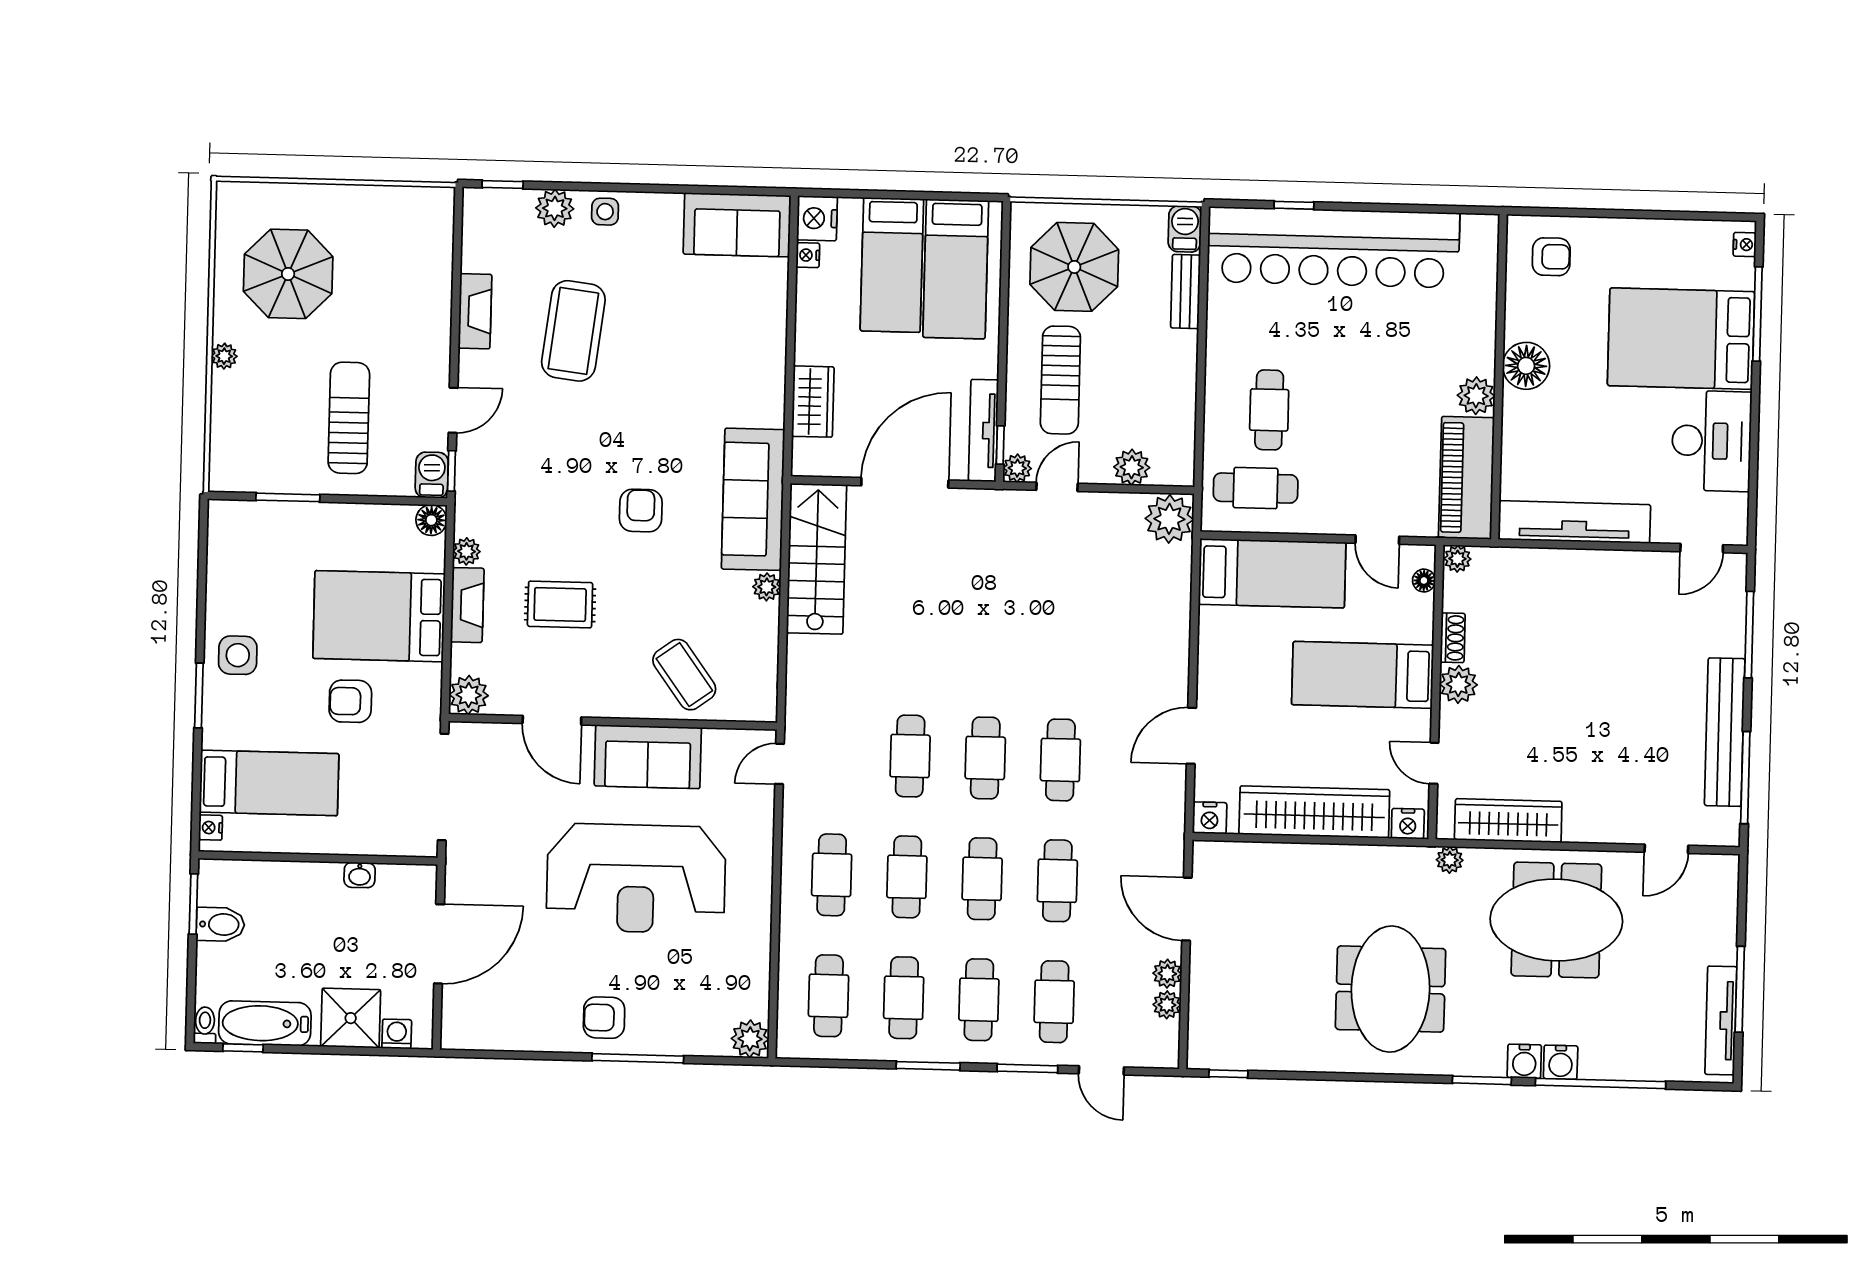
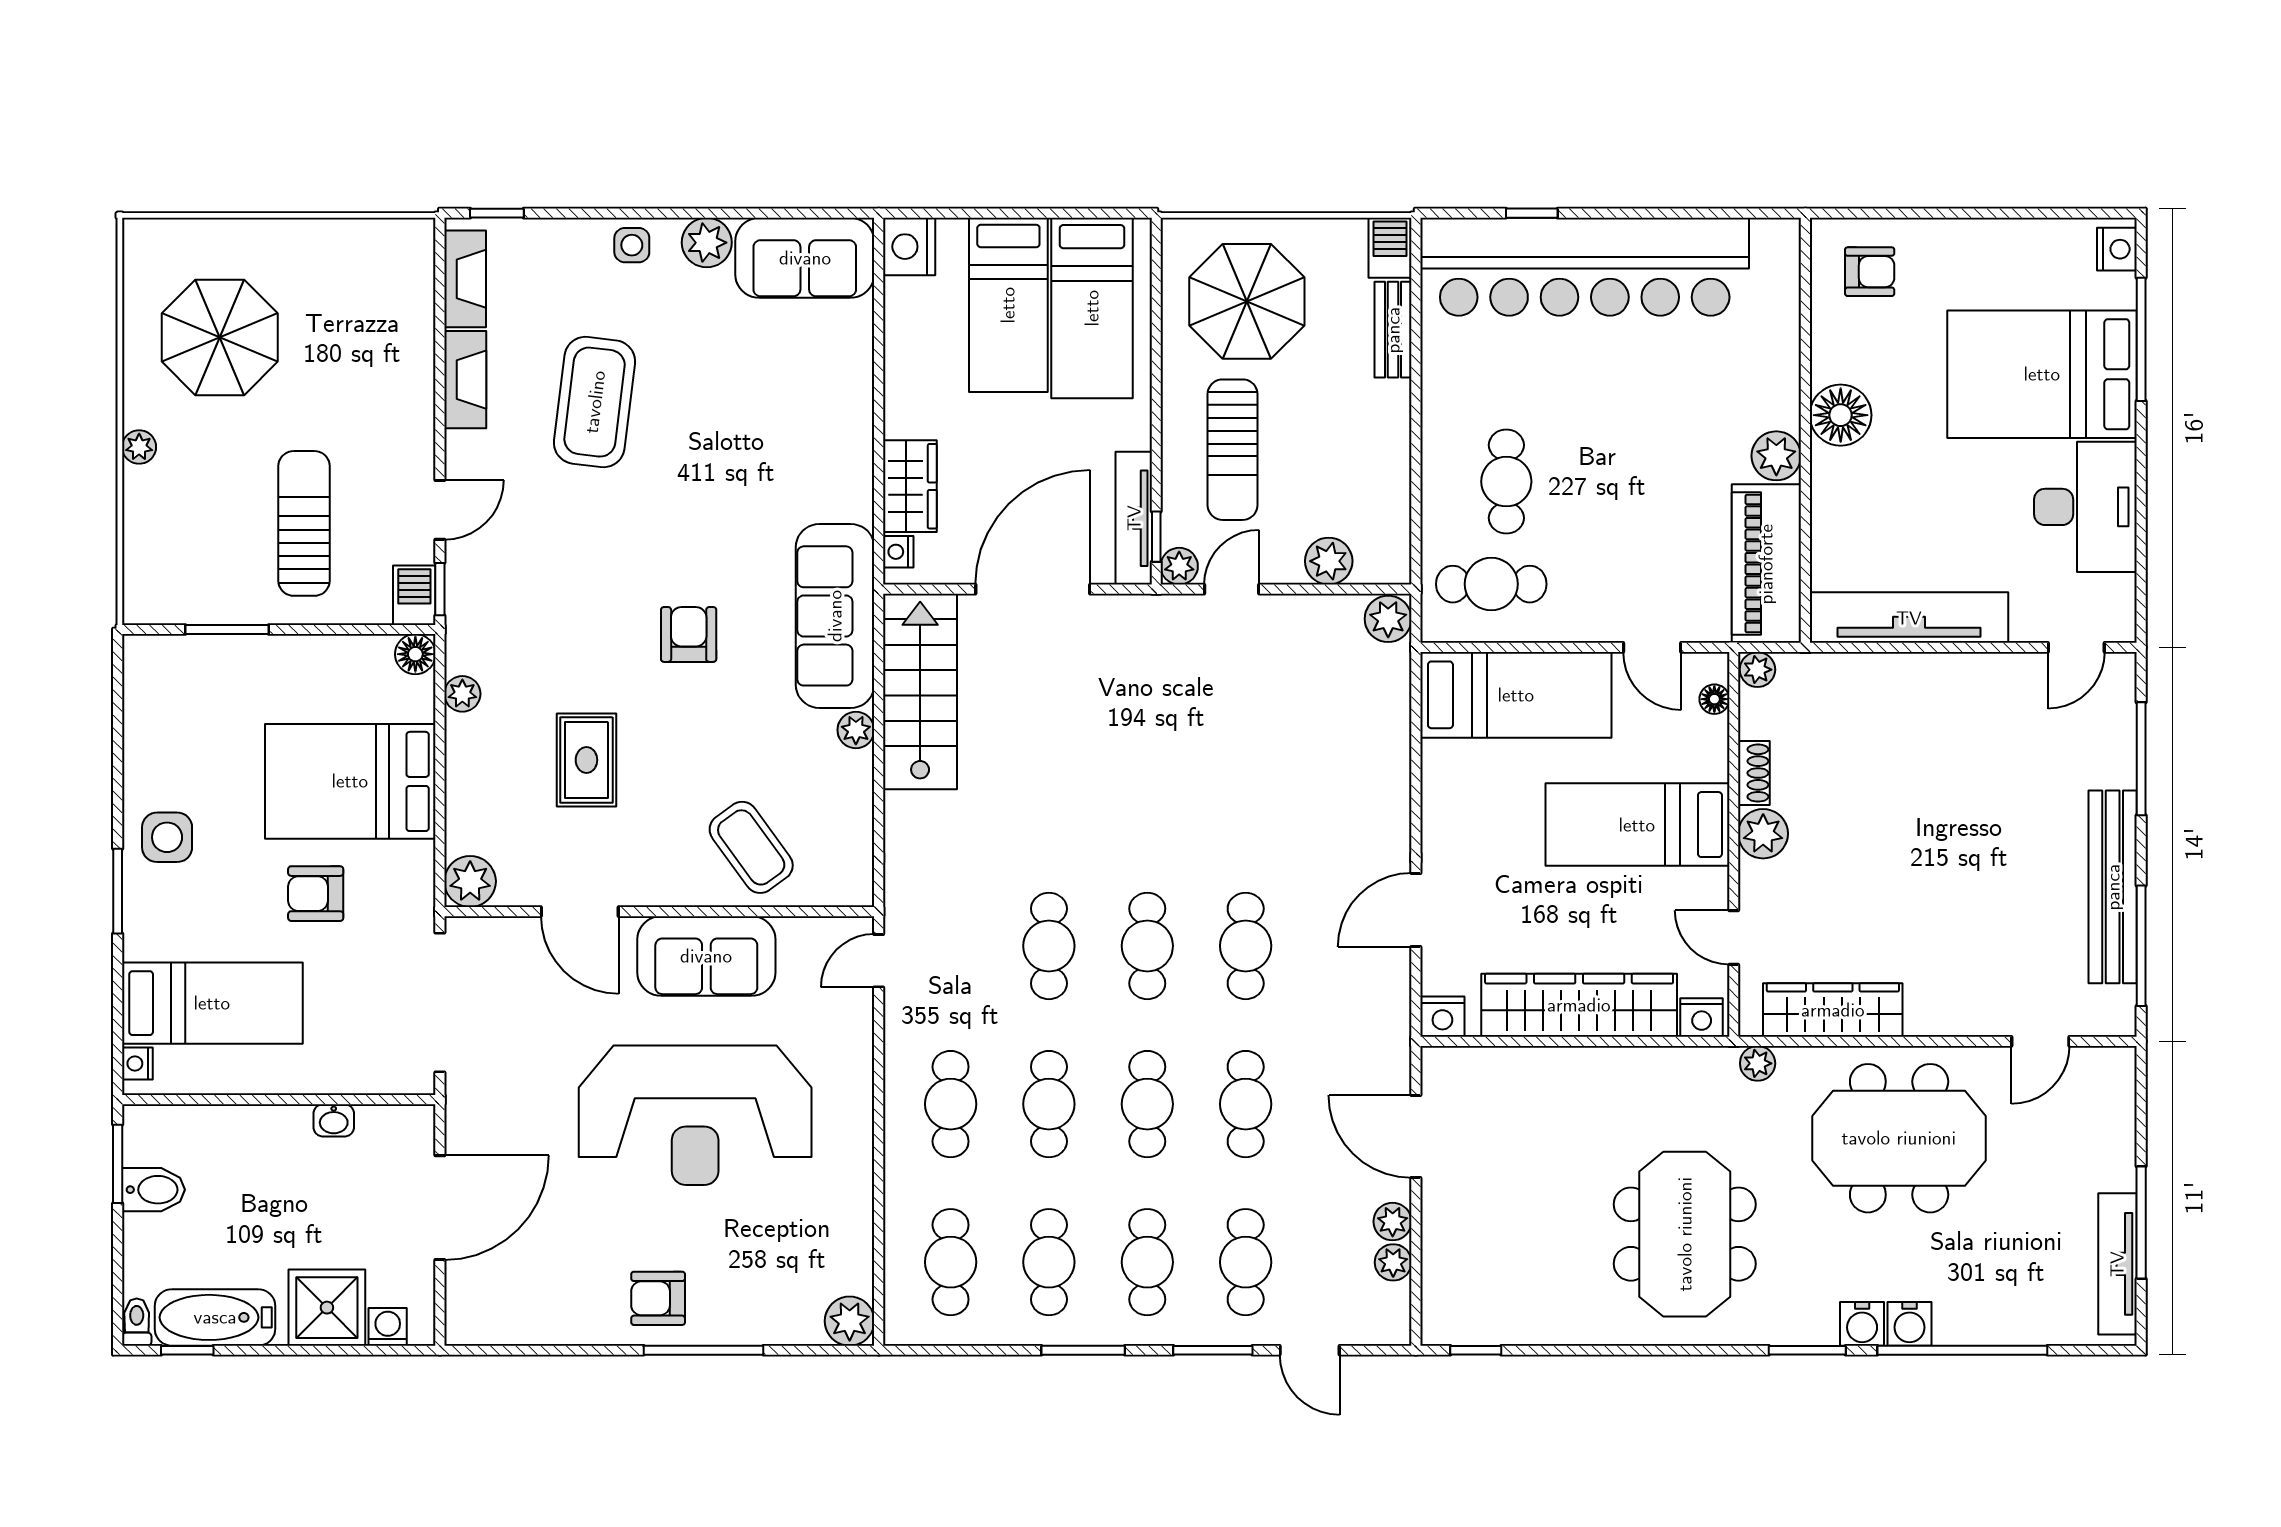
plant: (555, 208) -> (707, 243), moved
nightstand: (1745, 245) -> (2117, 249), width x1.39, depth x1.35
nightstand: (808, 255) -> (898, 552), moved
plant: (1169, 519) -> (1388, 619), width x0.73, depth x0.73
rug: (560, 604) -> (586, 760), turned 90
fireplace: (467, 605) -> (465, 279), moved

